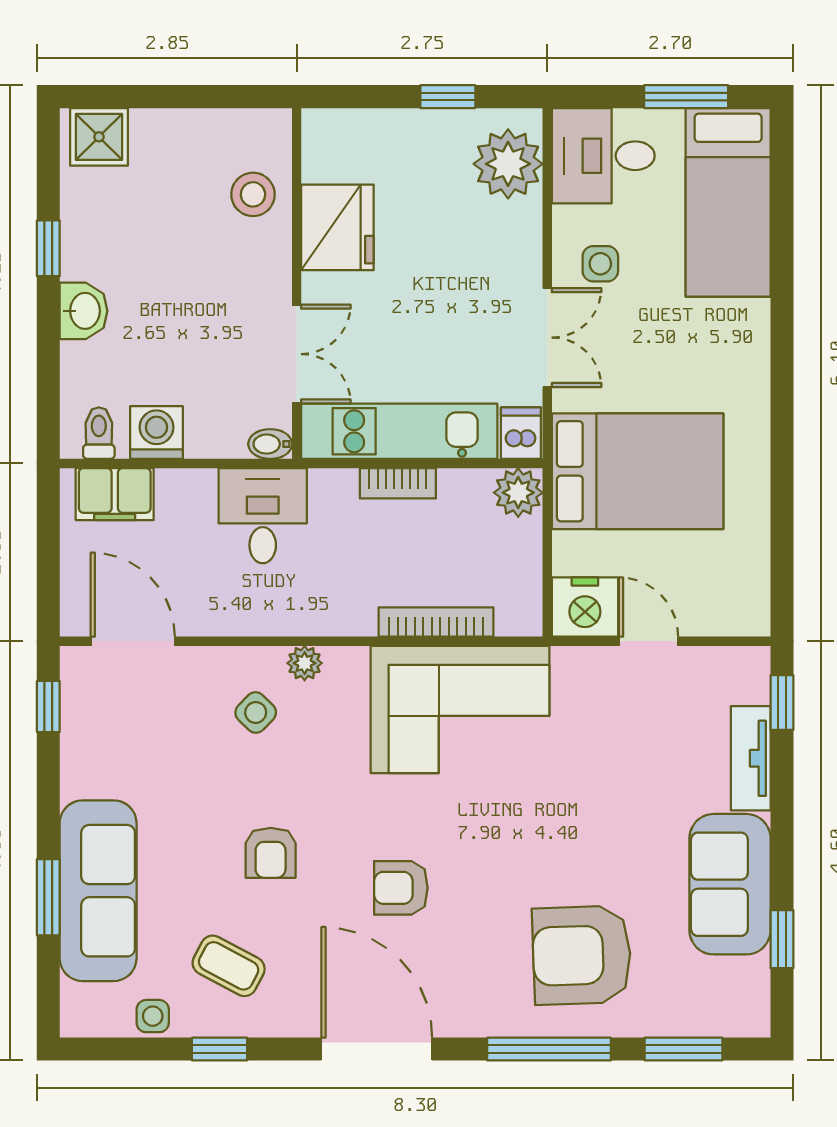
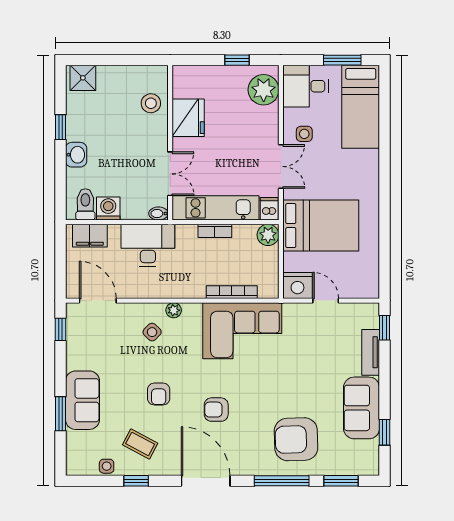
toilet: (99, 433) -> (85, 204), width x1.37, depth x1.39
desk: (263, 516) -> (148, 245), width x1.37
sofa: (98, 891) -> (82, 400), width x0.73

